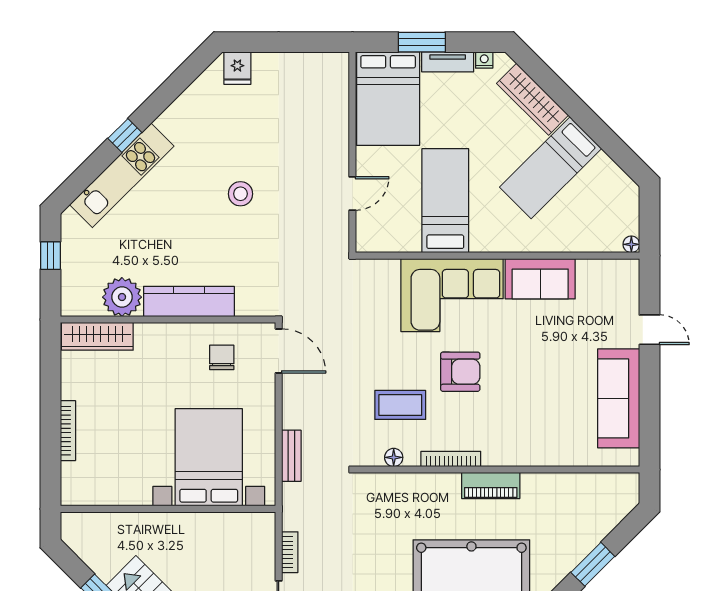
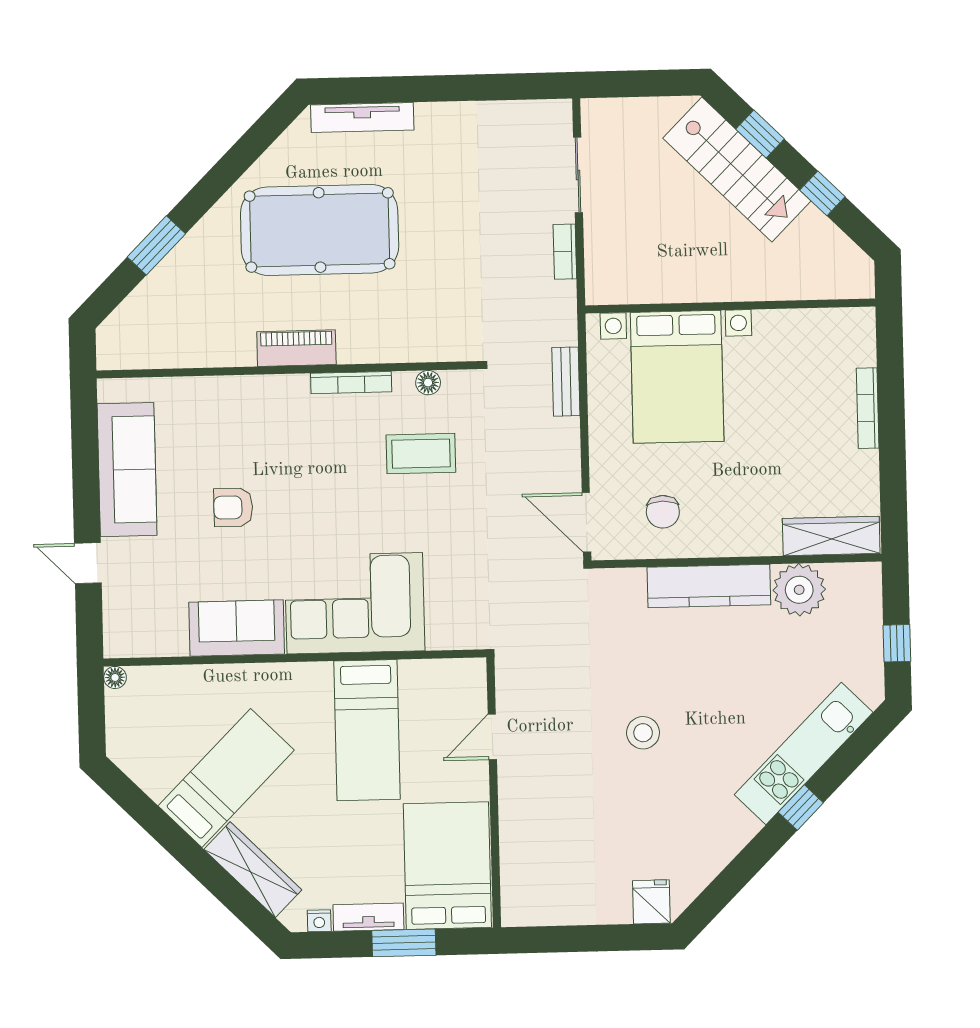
armchair: (460, 372) -> (233, 507), moved, width x0.72, depth x0.72

